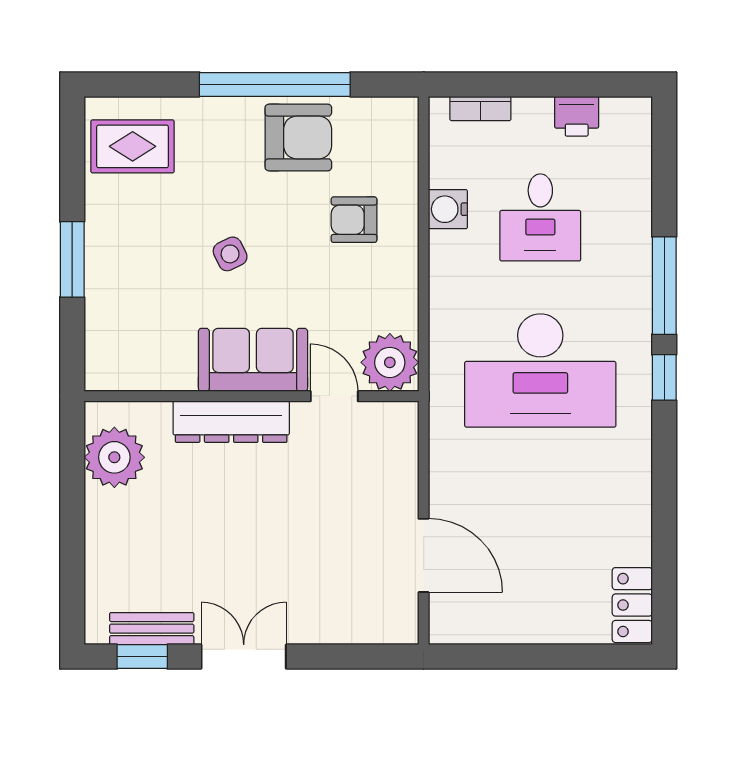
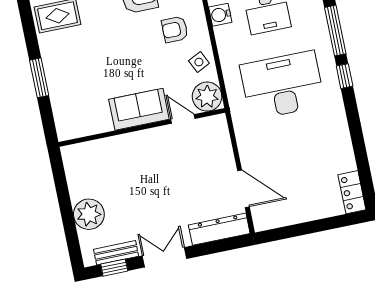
side table: (230, 254) -> (199, 62), moved
desk: (540, 370) -> (282, 85), turned 180
dresser: (231, 422) -> (219, 229), moved, turned 180
plant: (114, 457) -> (89, 214), moved

